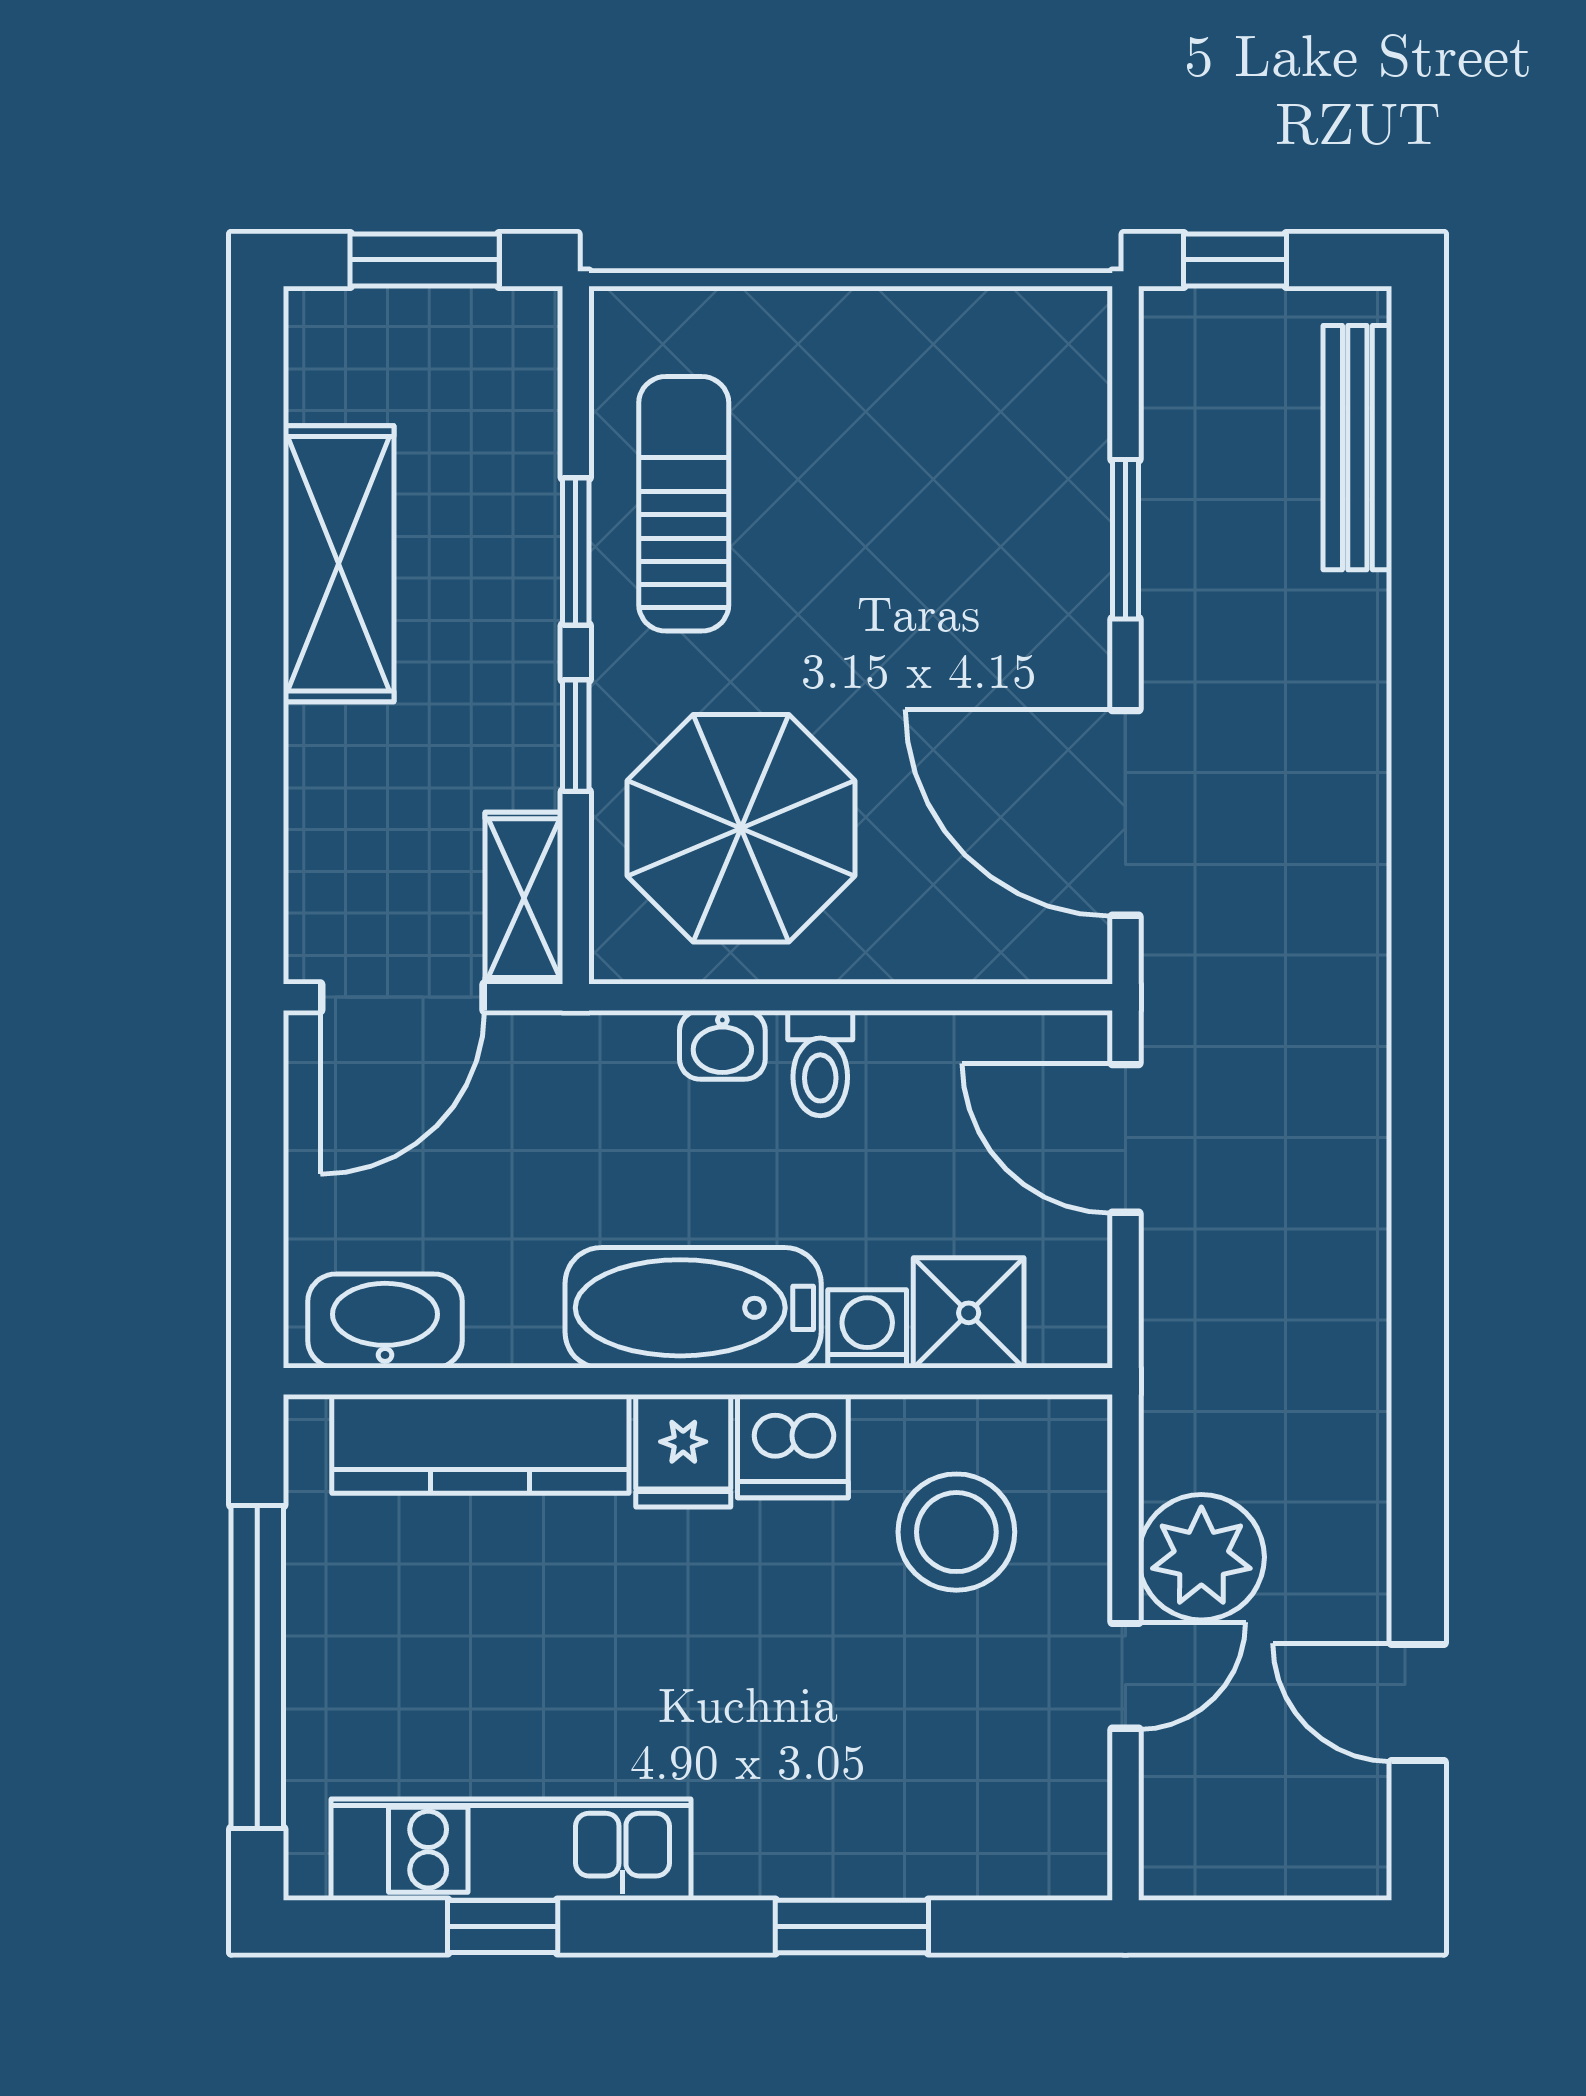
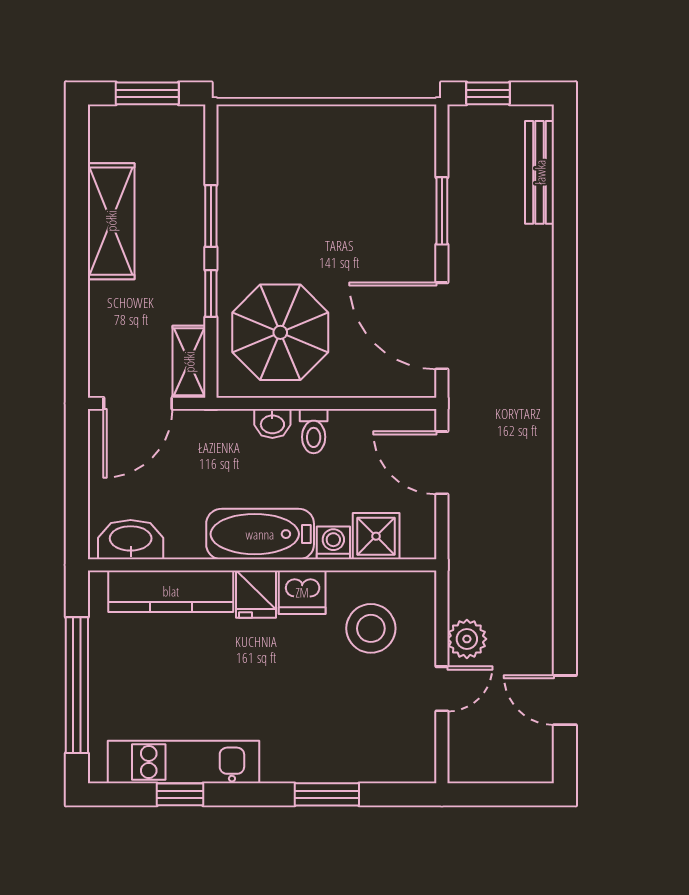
sun lounger: (684, 504) -> (256, 196), removed
plant: (1201, 1557) -> (467, 639), width x0.73, depth x0.73

